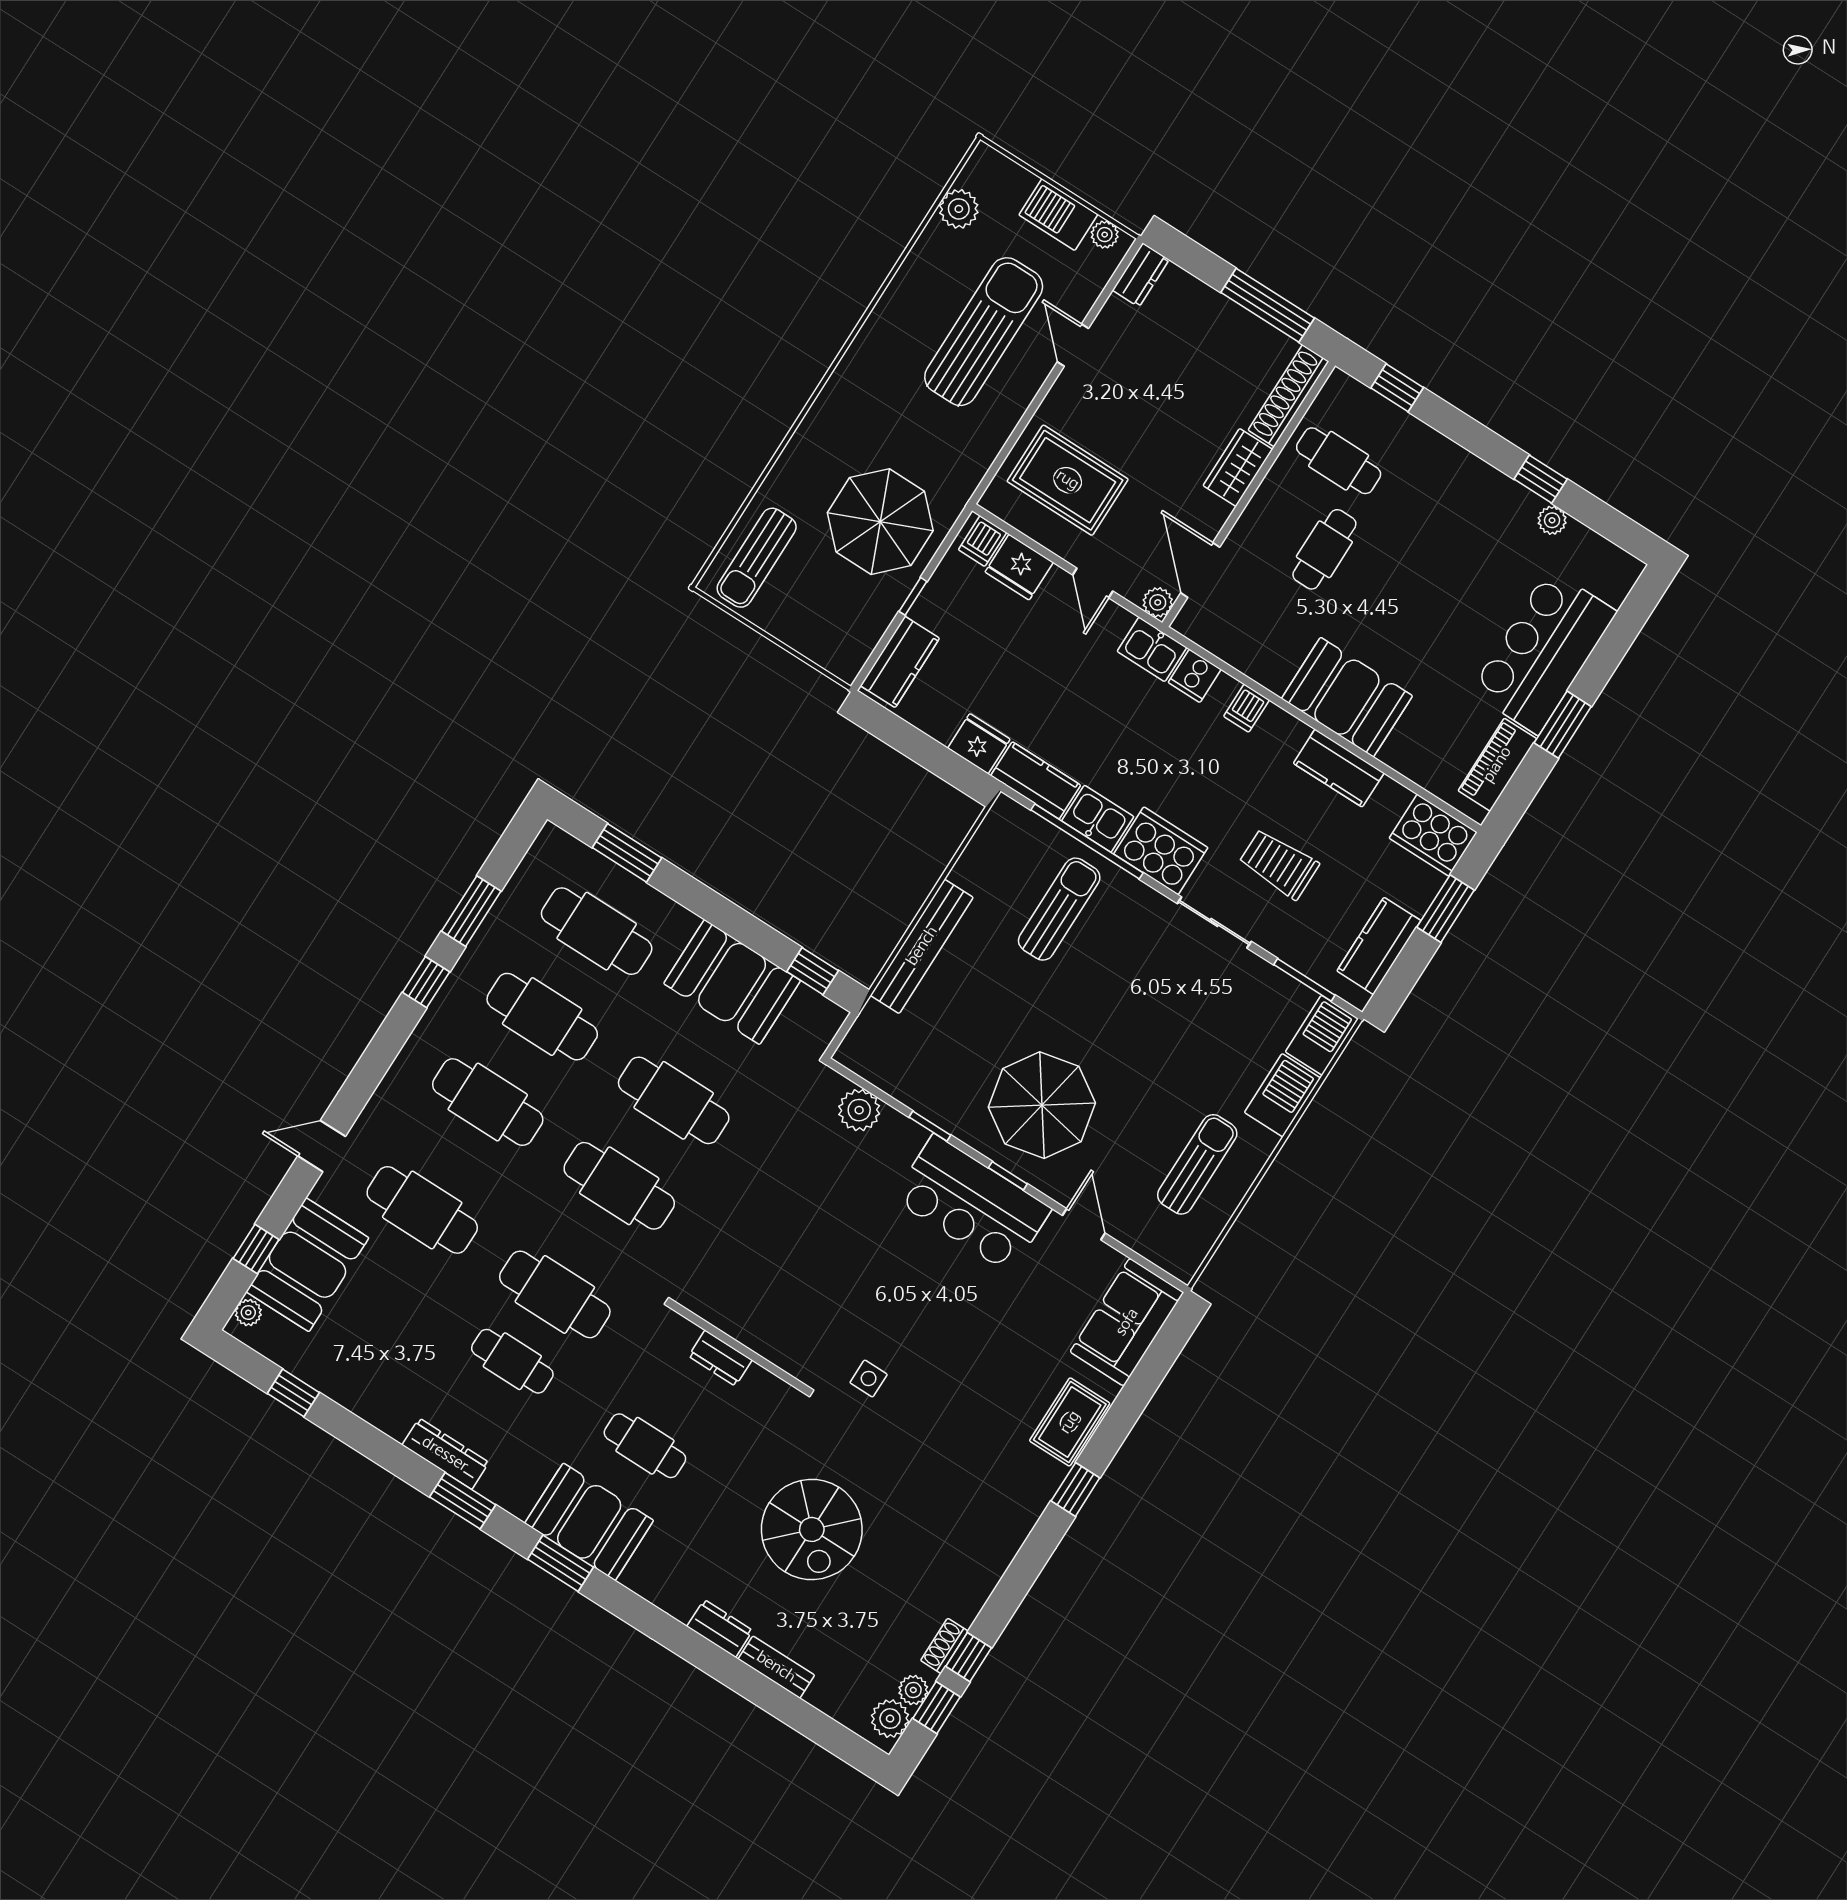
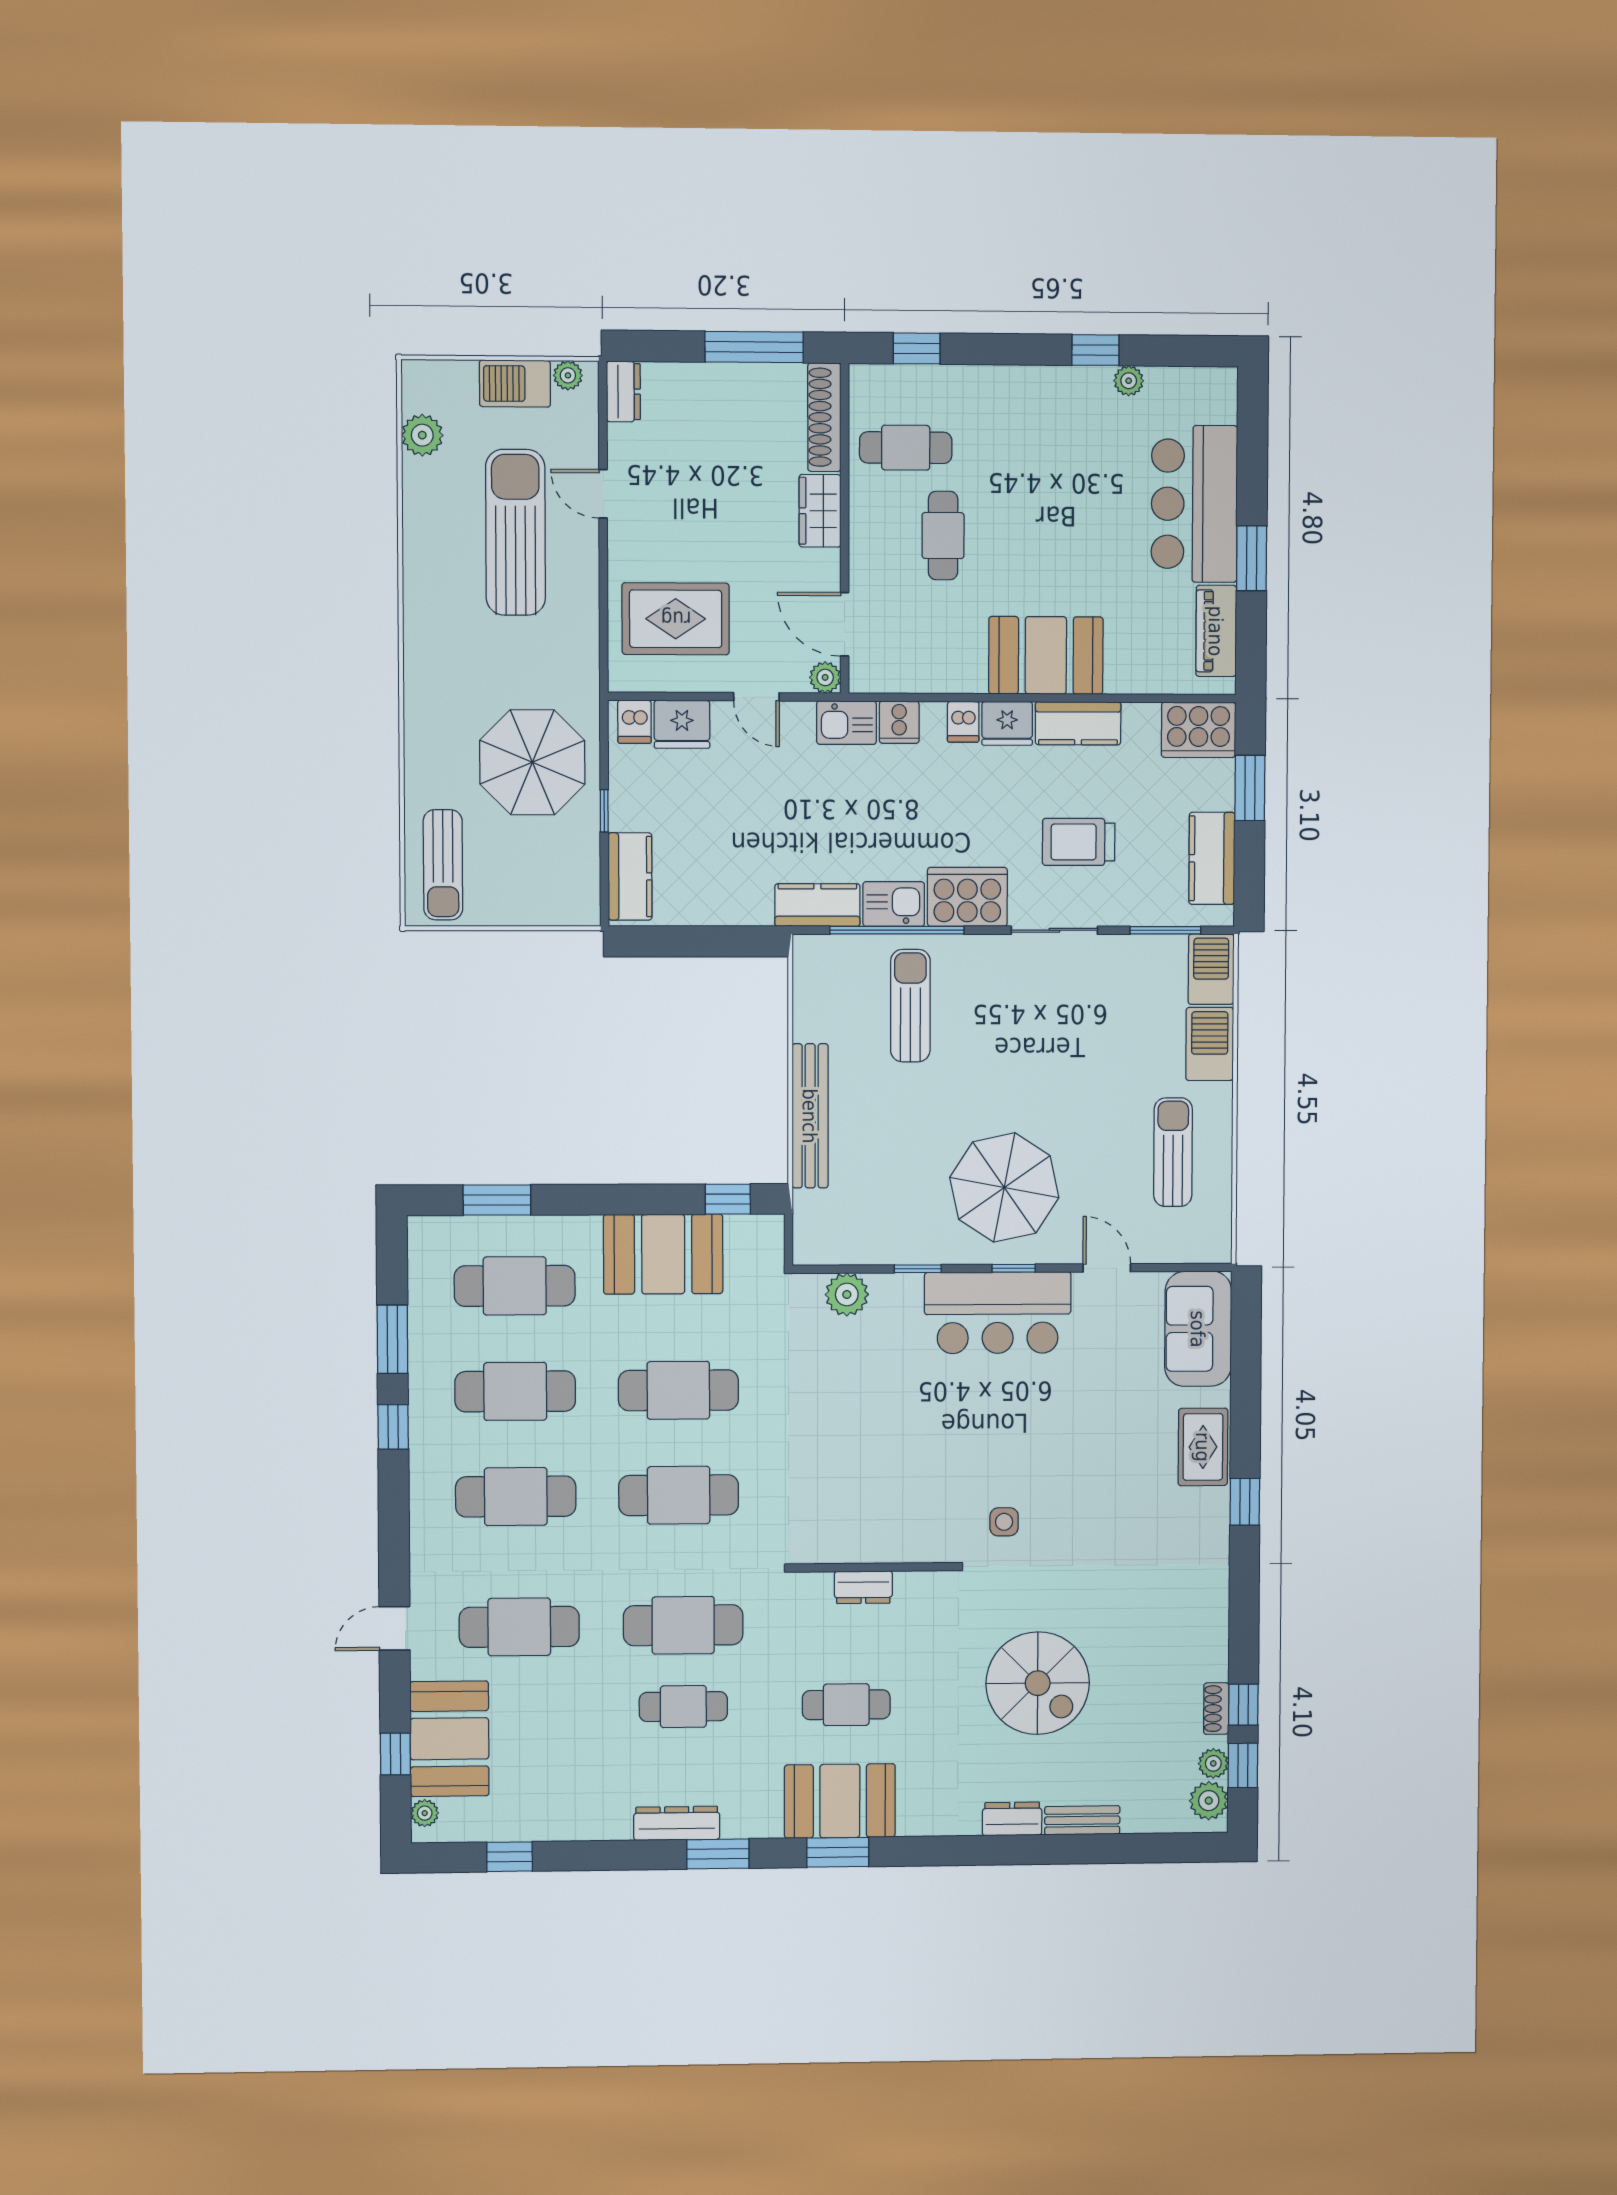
fridge: (979, 744) -> (1007, 723), moved, turned 180

